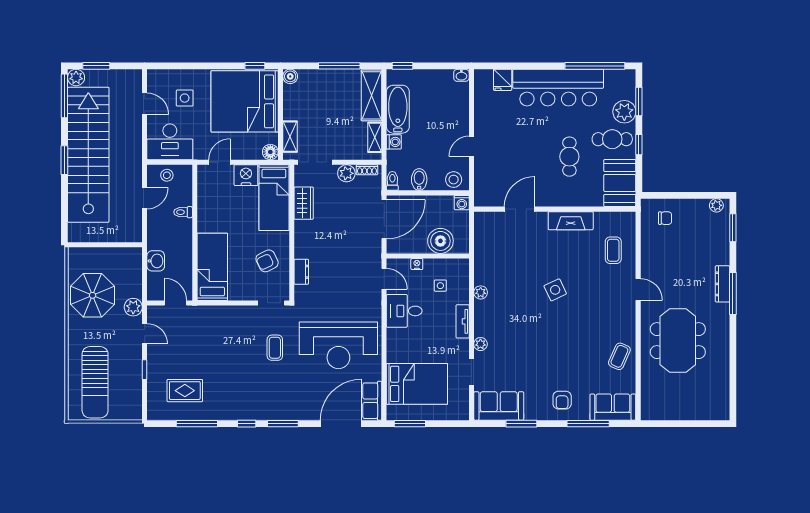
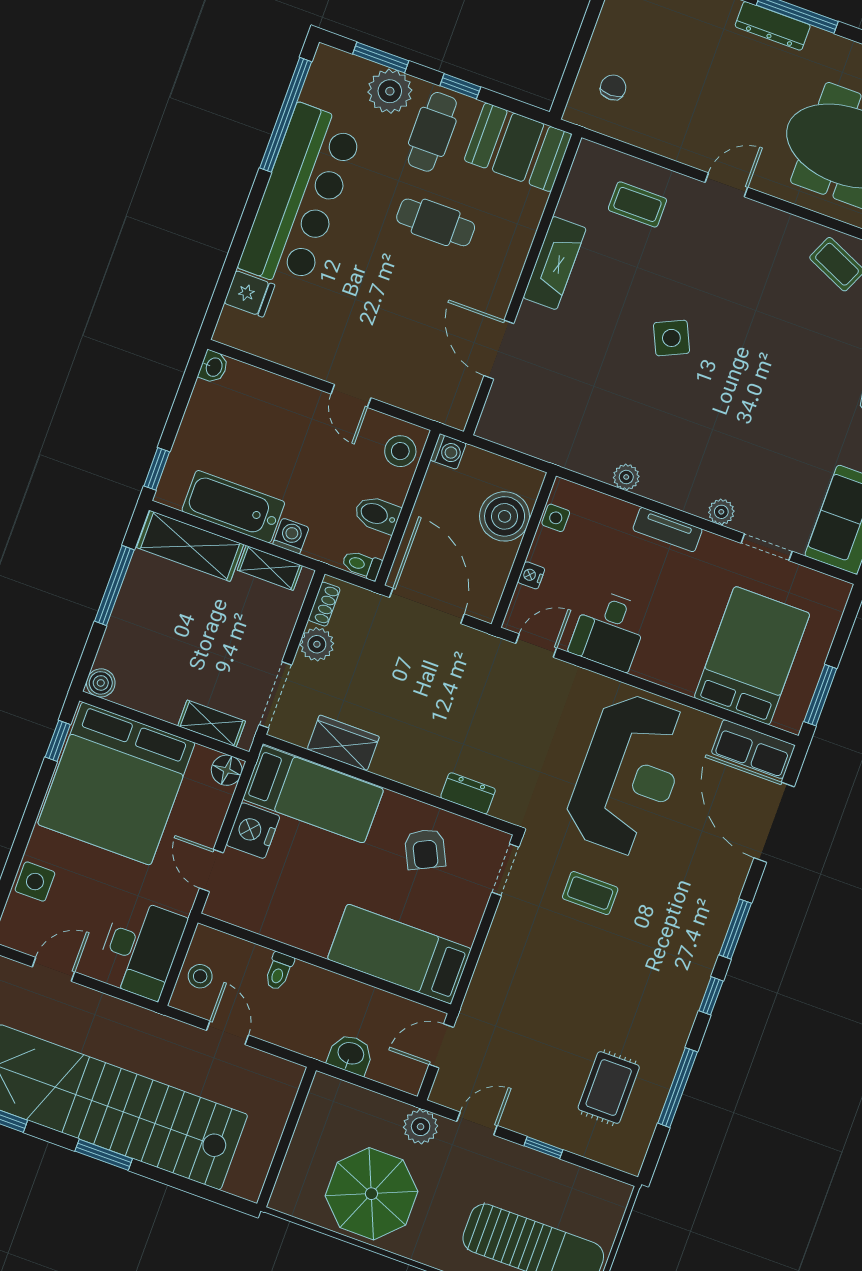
side table: (185, 98) -> (35, 882), moved
side table: (440, 286) -> (556, 518), moved

